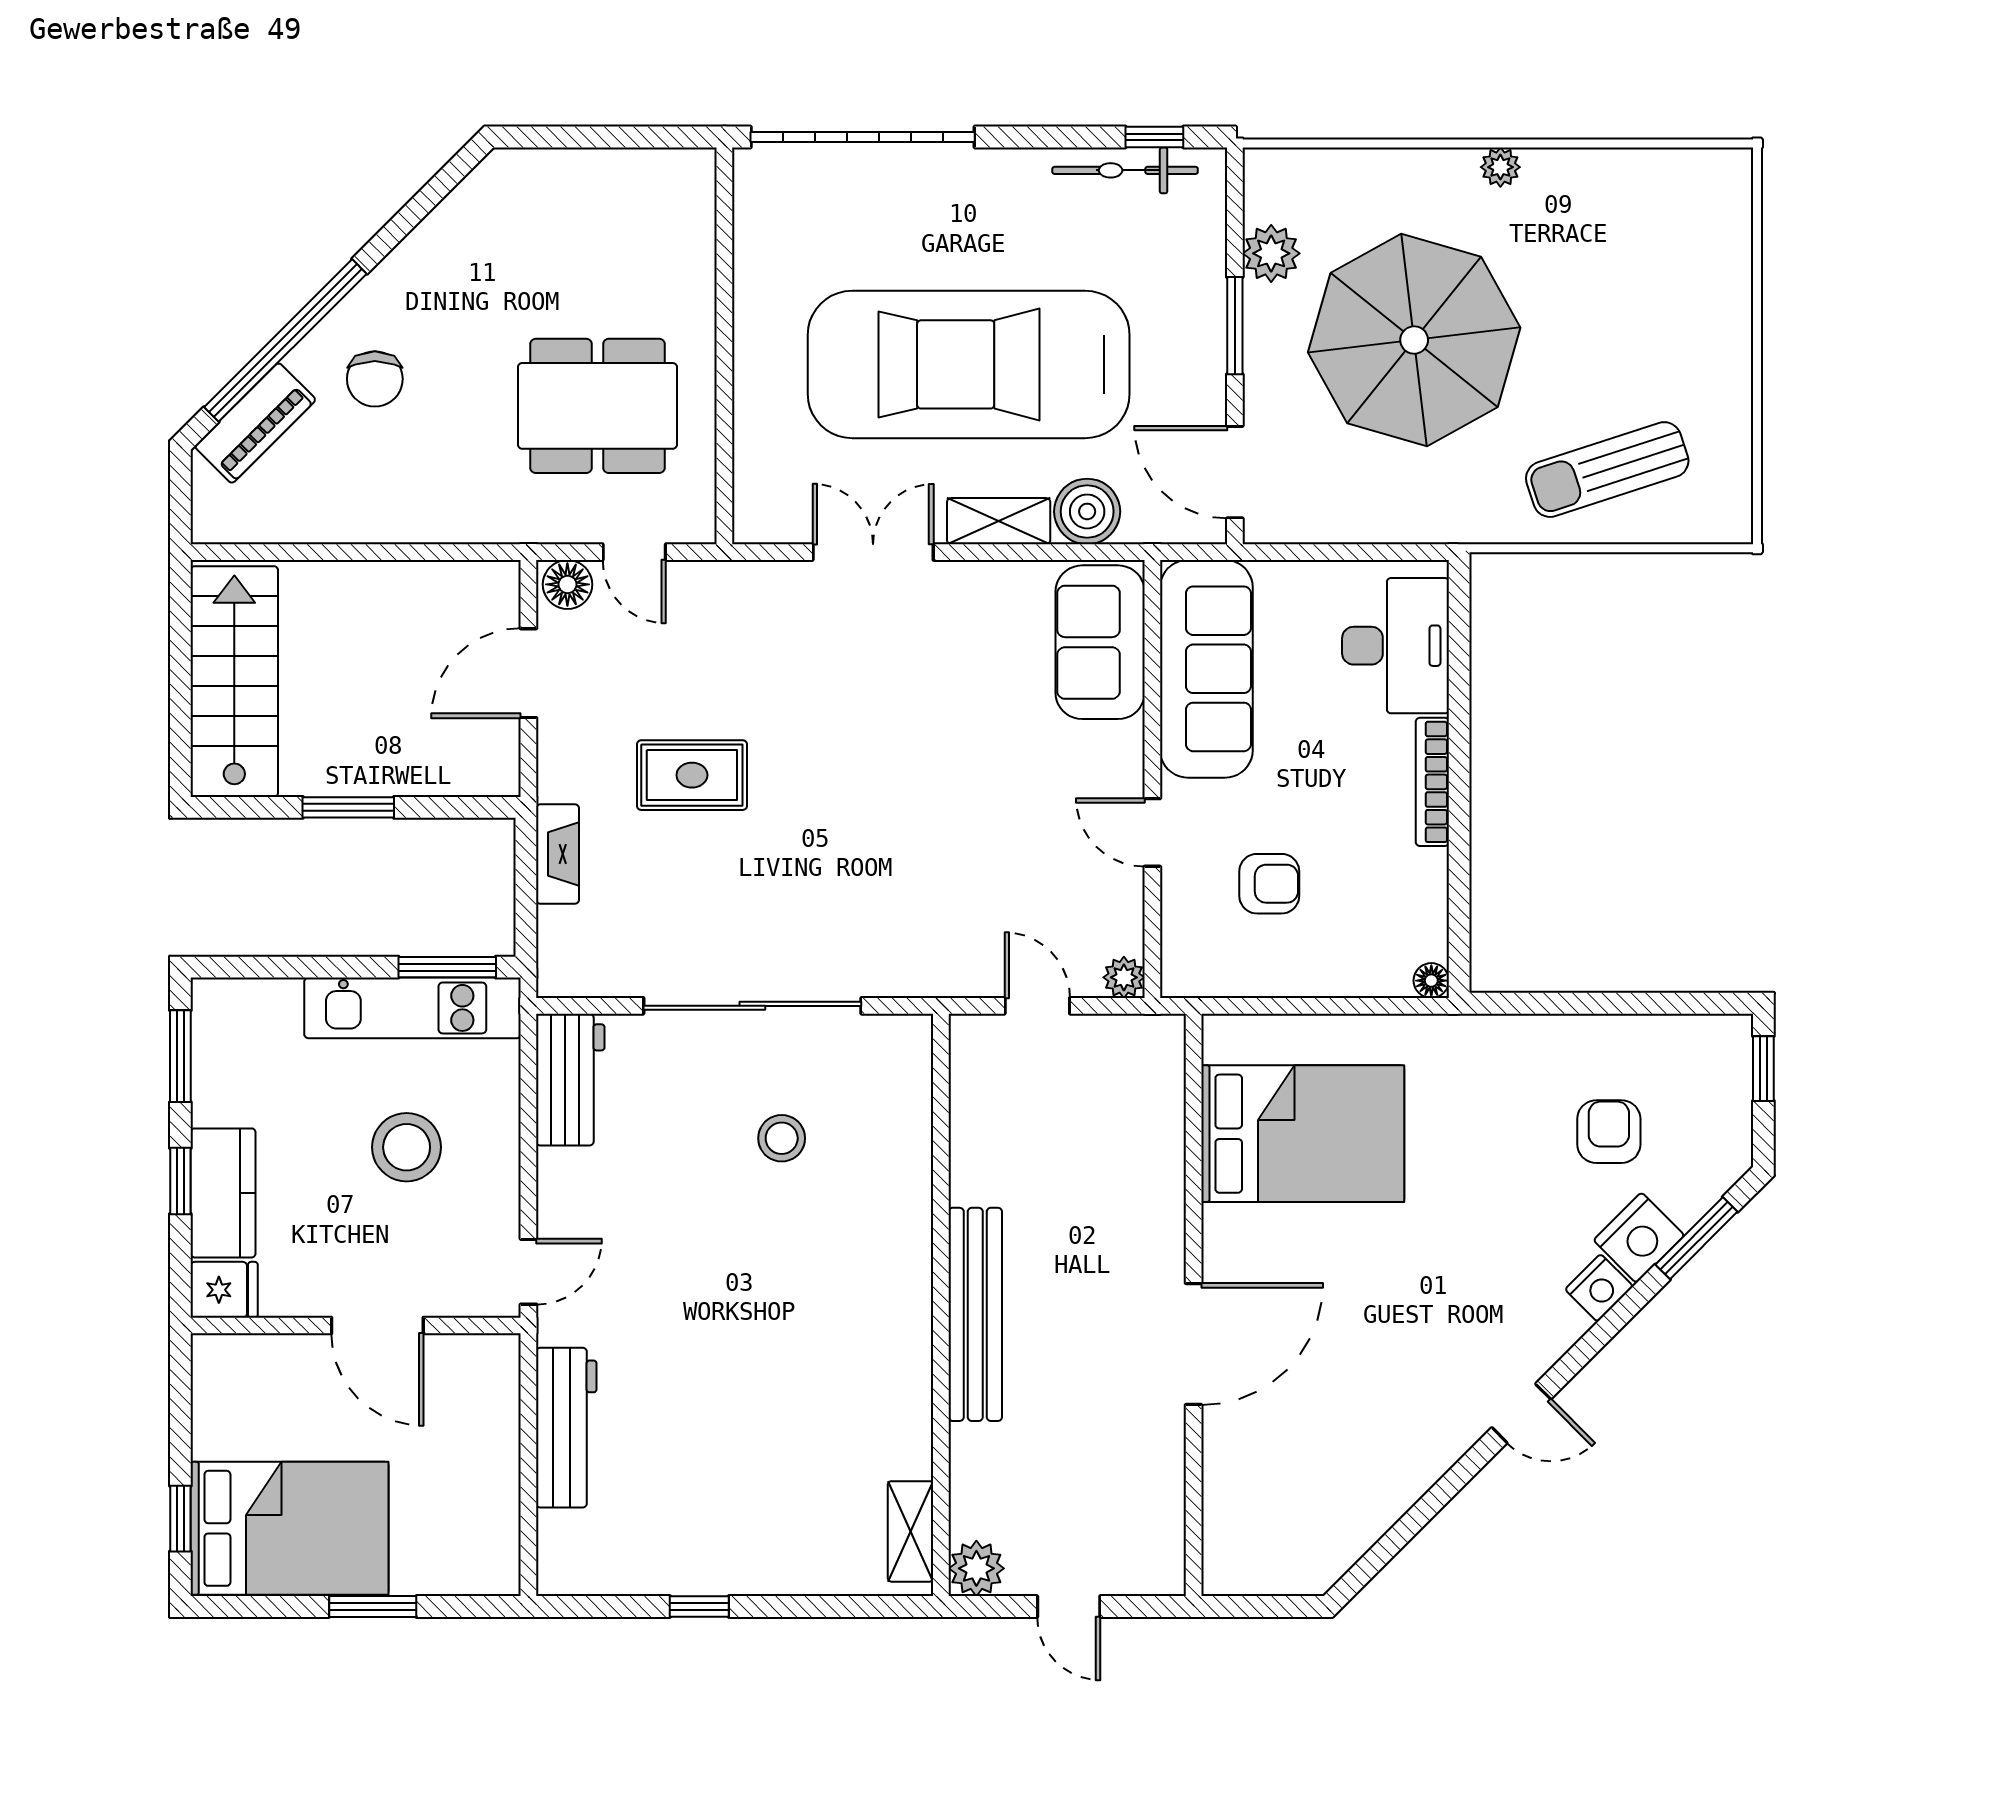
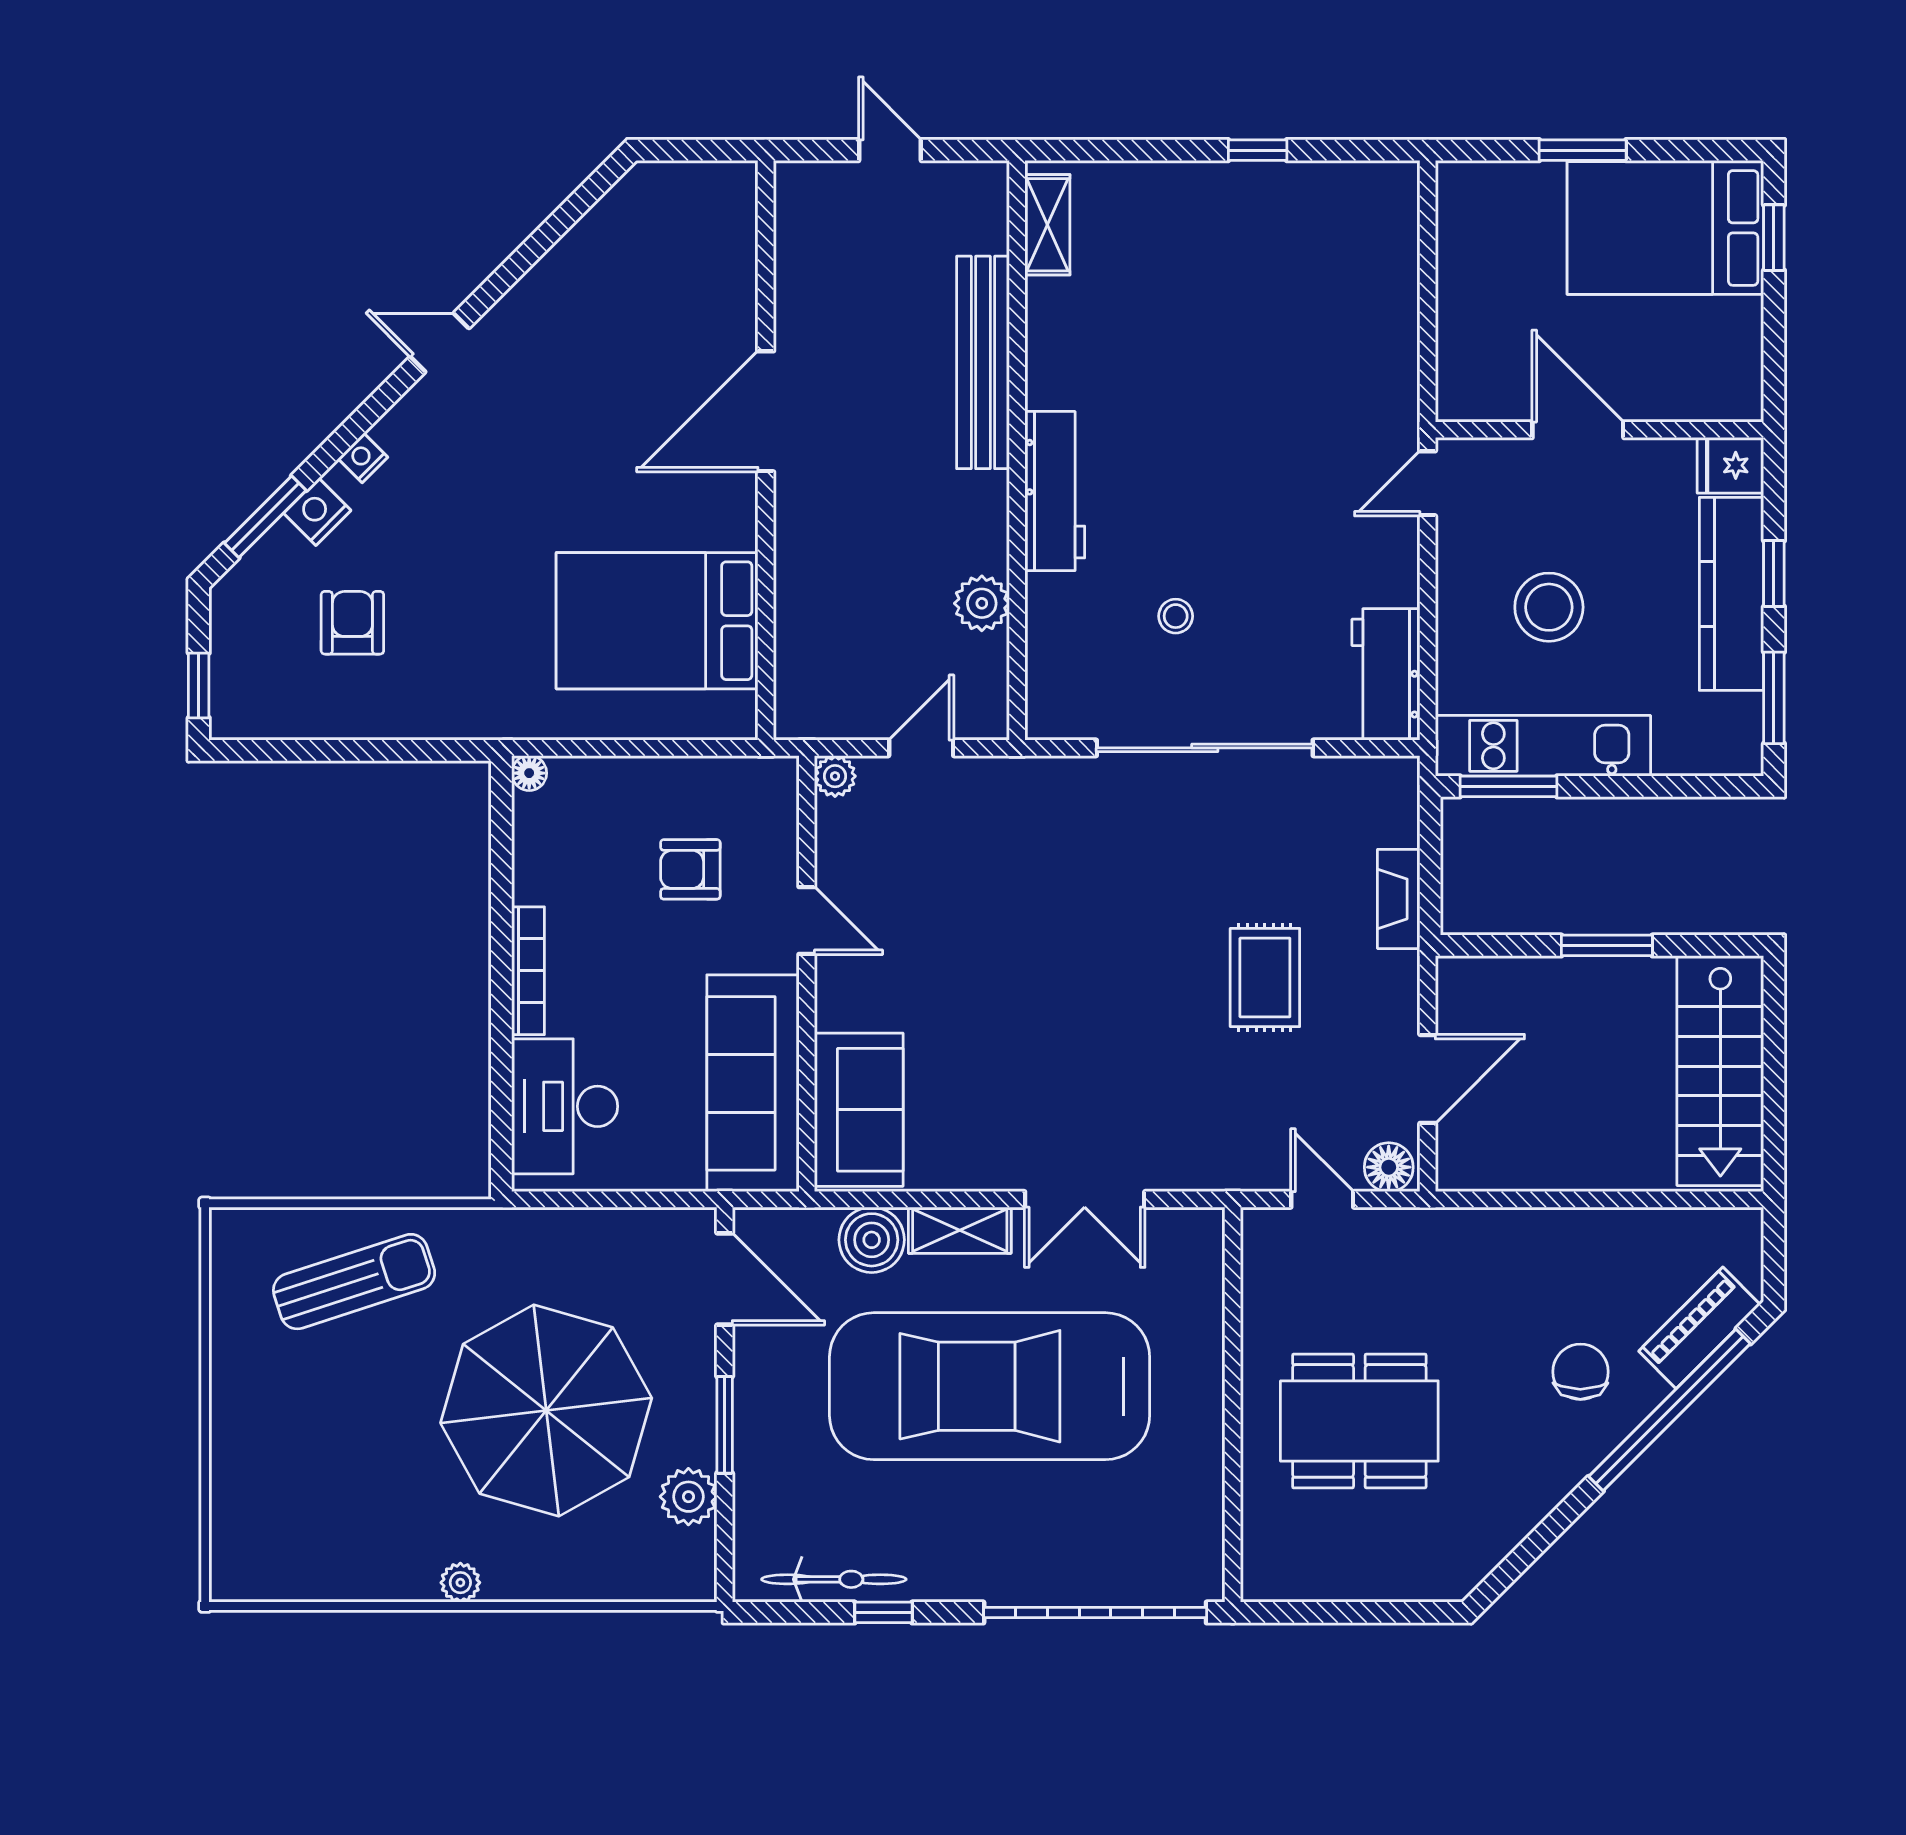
window: (1154, 137) -> (883, 1612), moved
car: (969, 364) -> (990, 1386), turned 180
dining table: (597, 406) -> (1359, 1421), moved
rug: (692, 775) -> (1265, 978), turned 90
door: (1037, 1006) -> (921, 748), swing flipped
armchair: (1609, 1132) -> (352, 623), turned 180
stool: (782, 1138) -> (1176, 616), width x0.73, depth x0.73
kitchen counter: (223, 1193) -> (1731, 594), width x1.50
nightstand: (1639, 1238) -> (317, 512), width x0.74, depth x0.75
nightstand: (1599, 1288) -> (363, 458), width x0.72, depth x0.74
bench: (975, 1314) -> (983, 362), moved
workbench: (566, 1428) -> (1055, 491), moved, turned 180
plant: (976, 1568) -> (982, 603), moved

